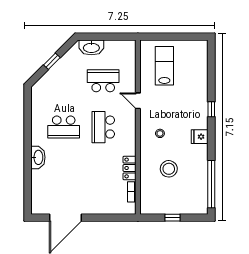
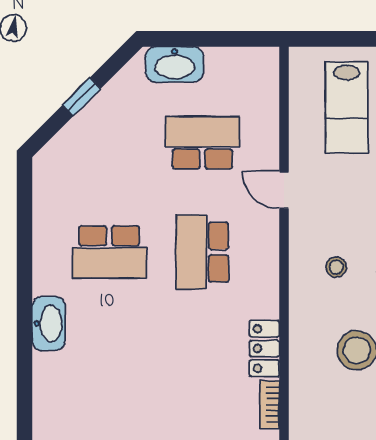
lab bench: (164, 66) -> (347, 107), turned 180

